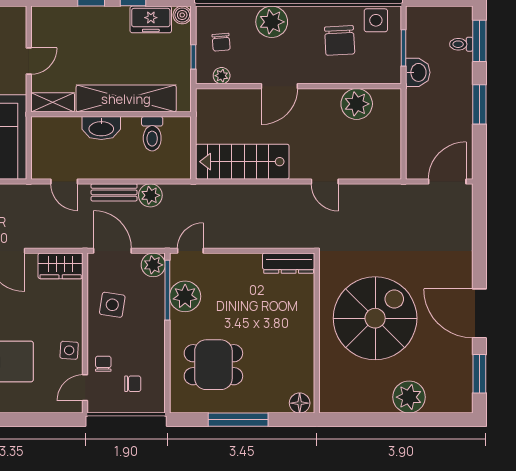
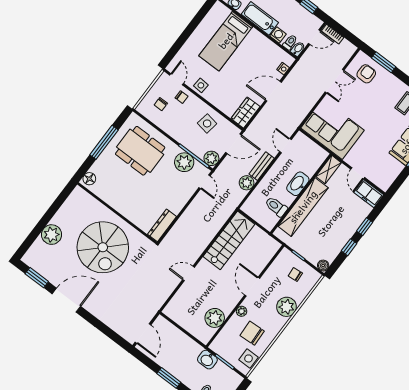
freezer: (151, 19) -> (369, 194), moved, turned -90
plant: (222, 76) -> (242, 311), moved
door: (64, 181) -> (286, 146), hinge flipped
dining table: (213, 365) -> (140, 151), width x1.38

